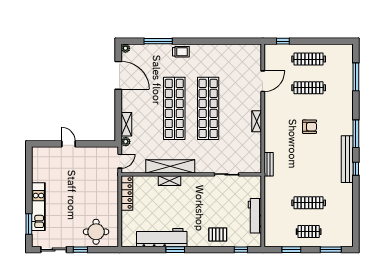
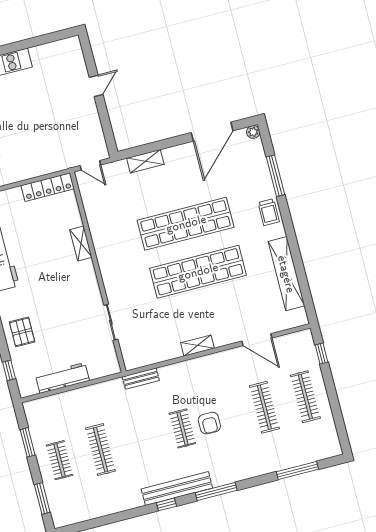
plant: (126, 142) -> (120, 167), removed
clothes rail: (309, 145) -> (182, 428), added
shelving: (170, 166) -> (286, 274), moved

